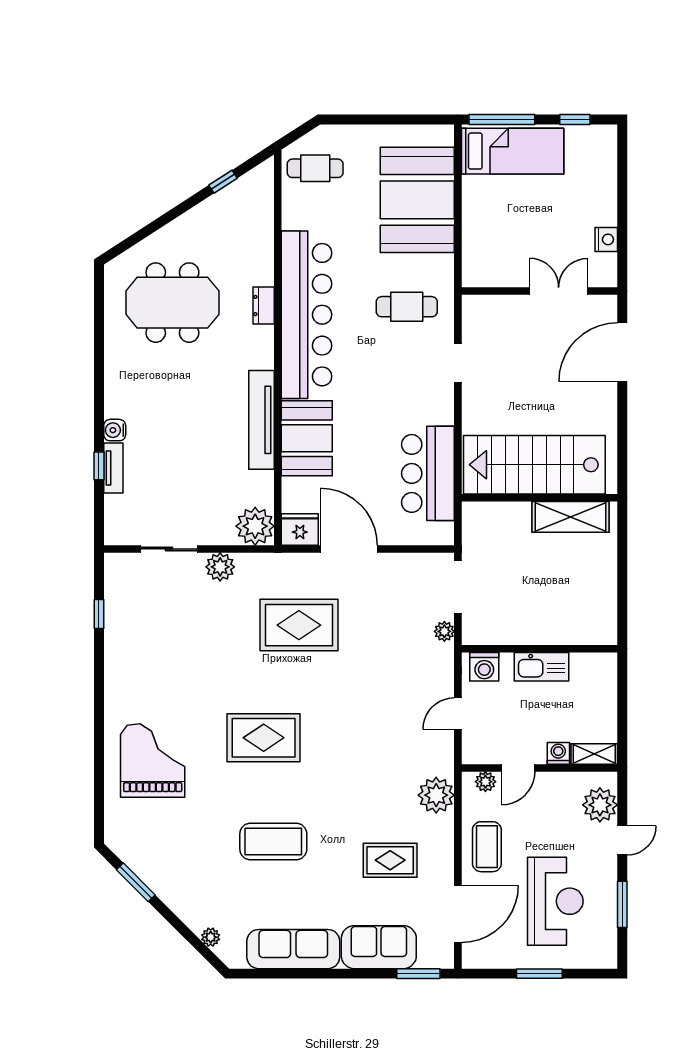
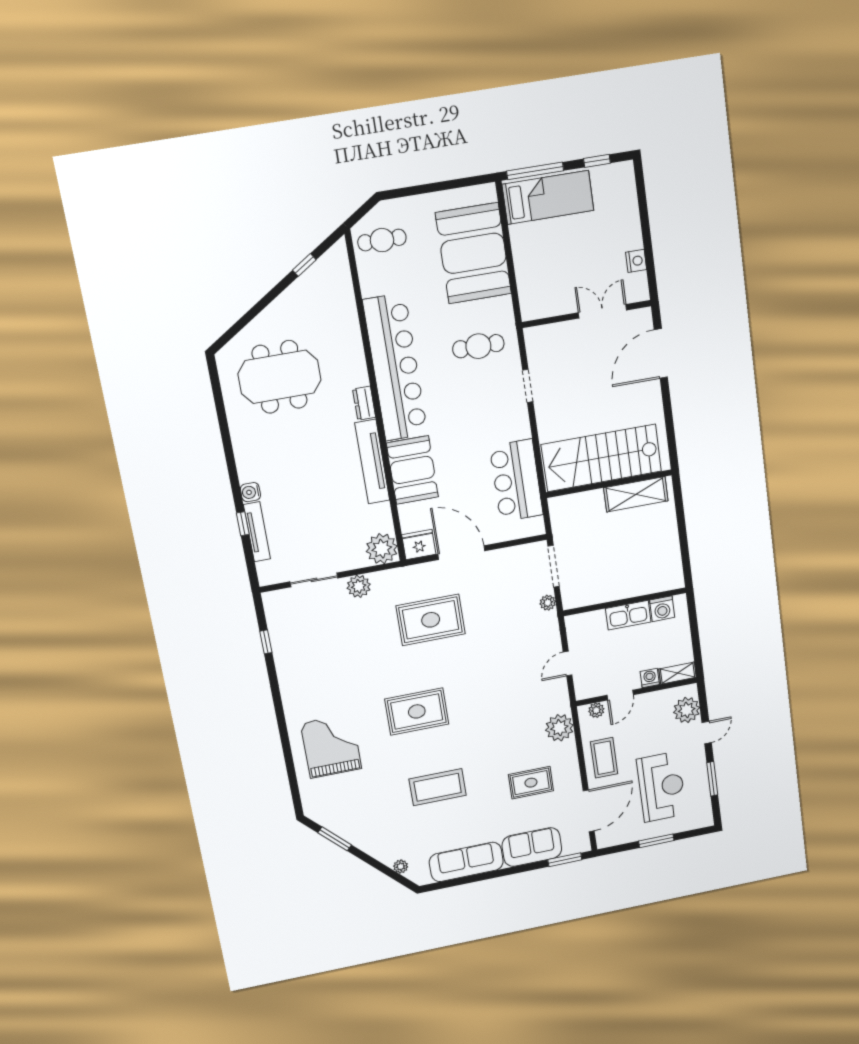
dresser: (264, 306) -> (364, 403), moved
tv unit: (113, 468) -> (257, 532), width x1.41
washing machine: (484, 667) -> (662, 609), moved

